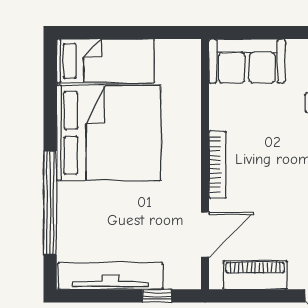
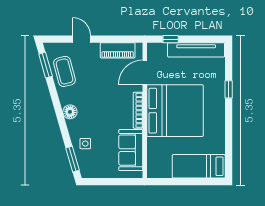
sofa: (247, 61) -> (131, 150), moved, turned -90
bed: (109, 133) -> (175, 111), moved, turned 180
window: (50, 203) -> (229, 89), width x0.32

